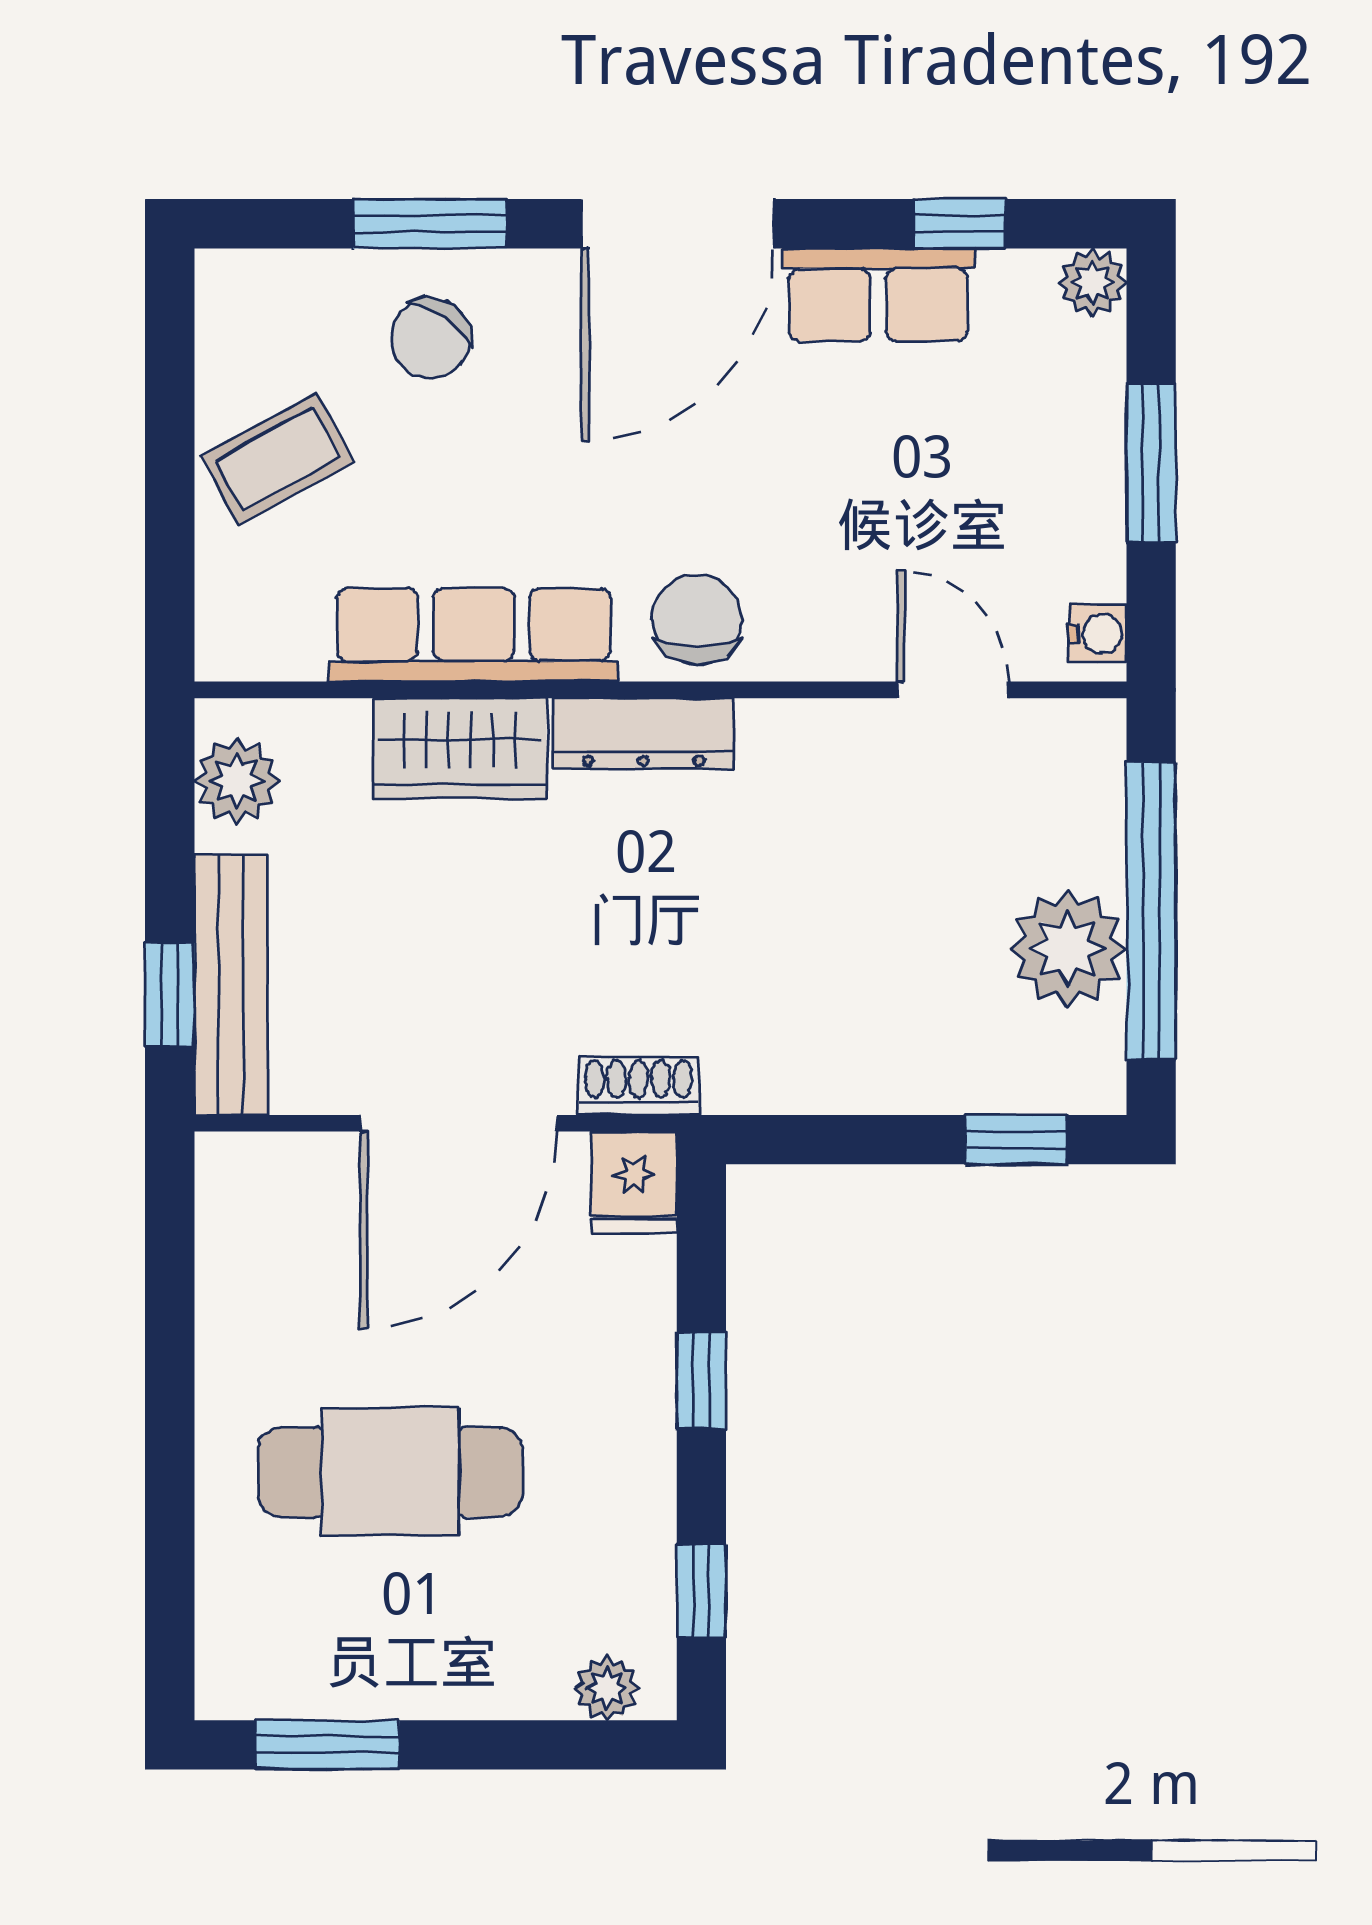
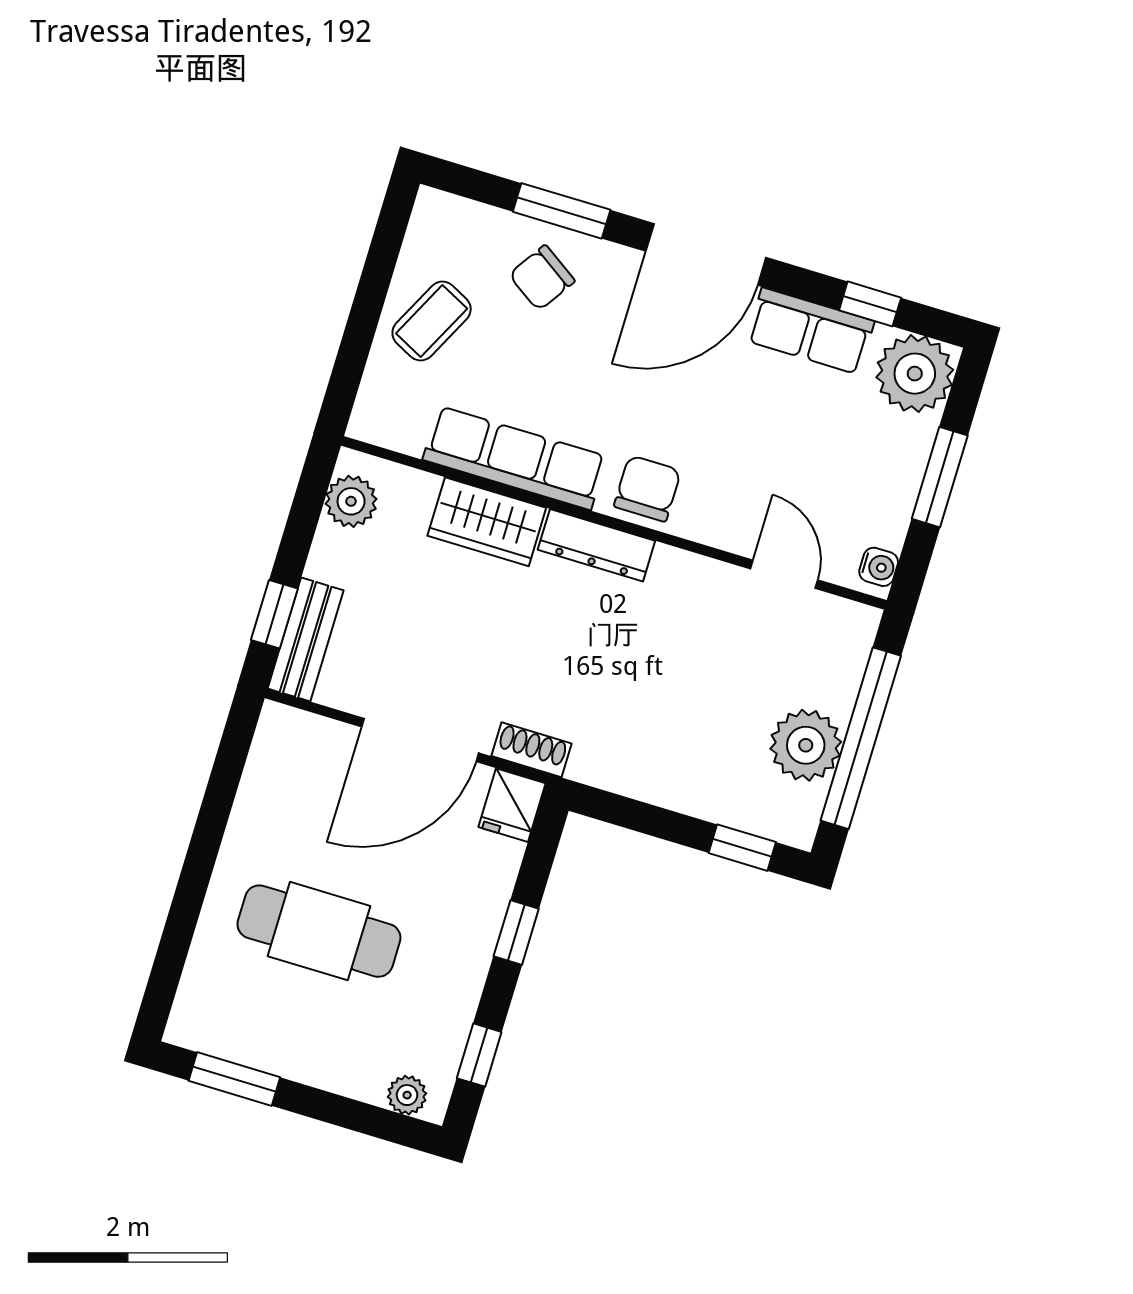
plant: (1093, 282) -> (915, 374), width x1.87, depth x1.87
coffee table: (278, 459) -> (432, 321), turned -34
bench: (231, 985) -> (306, 639), width x0.73

